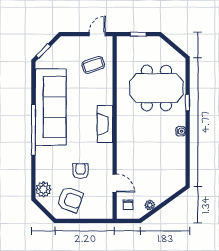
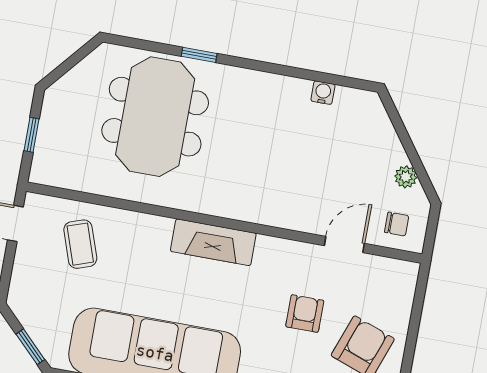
water cooler: (181, 131) -> (323, 93), moved
armchair: (80, 171) -> (305, 314), turned 90

